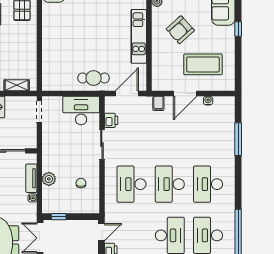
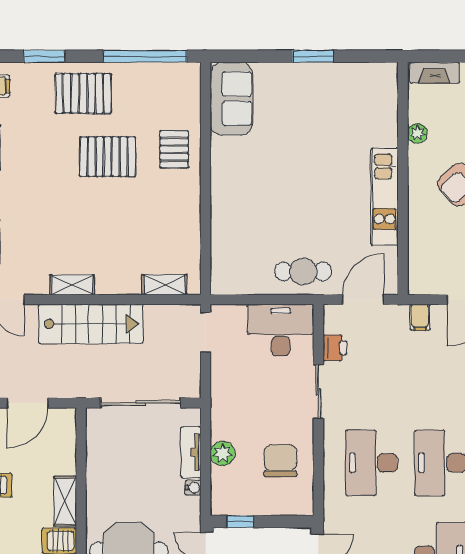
chair: (81, 183) -> (280, 461), width x1.87, depth x1.87

